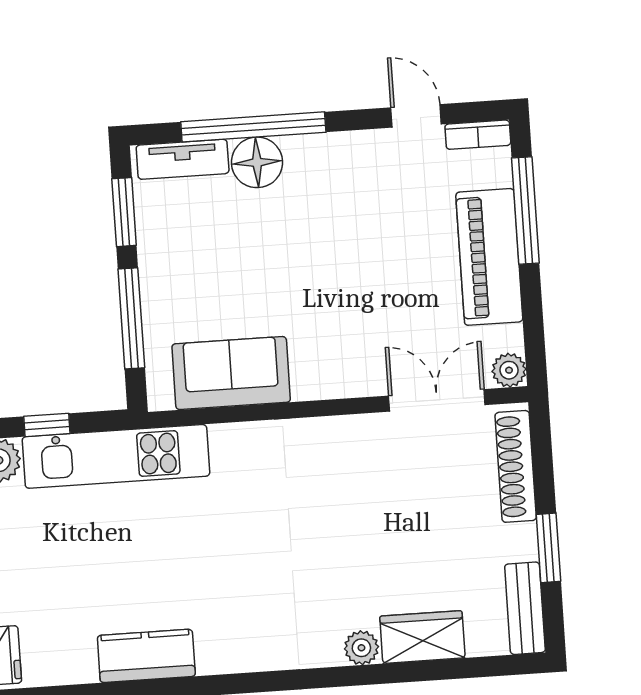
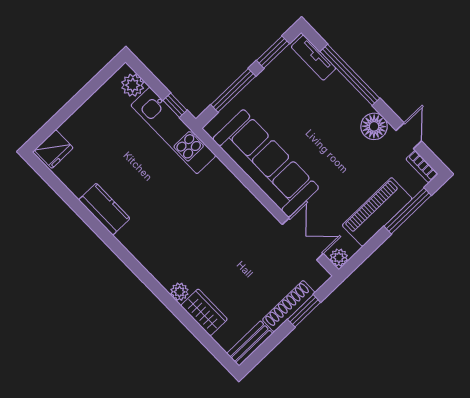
floor lamp: (257, 162) -> (374, 126), moved
sofa: (231, 373) -> (266, 163), width x1.85, depth x1.27
window: (47, 425) -> (175, 105), moved
shoe rack: (516, 466) -> (289, 306), moved
window: (548, 548) -> (304, 311), moved

